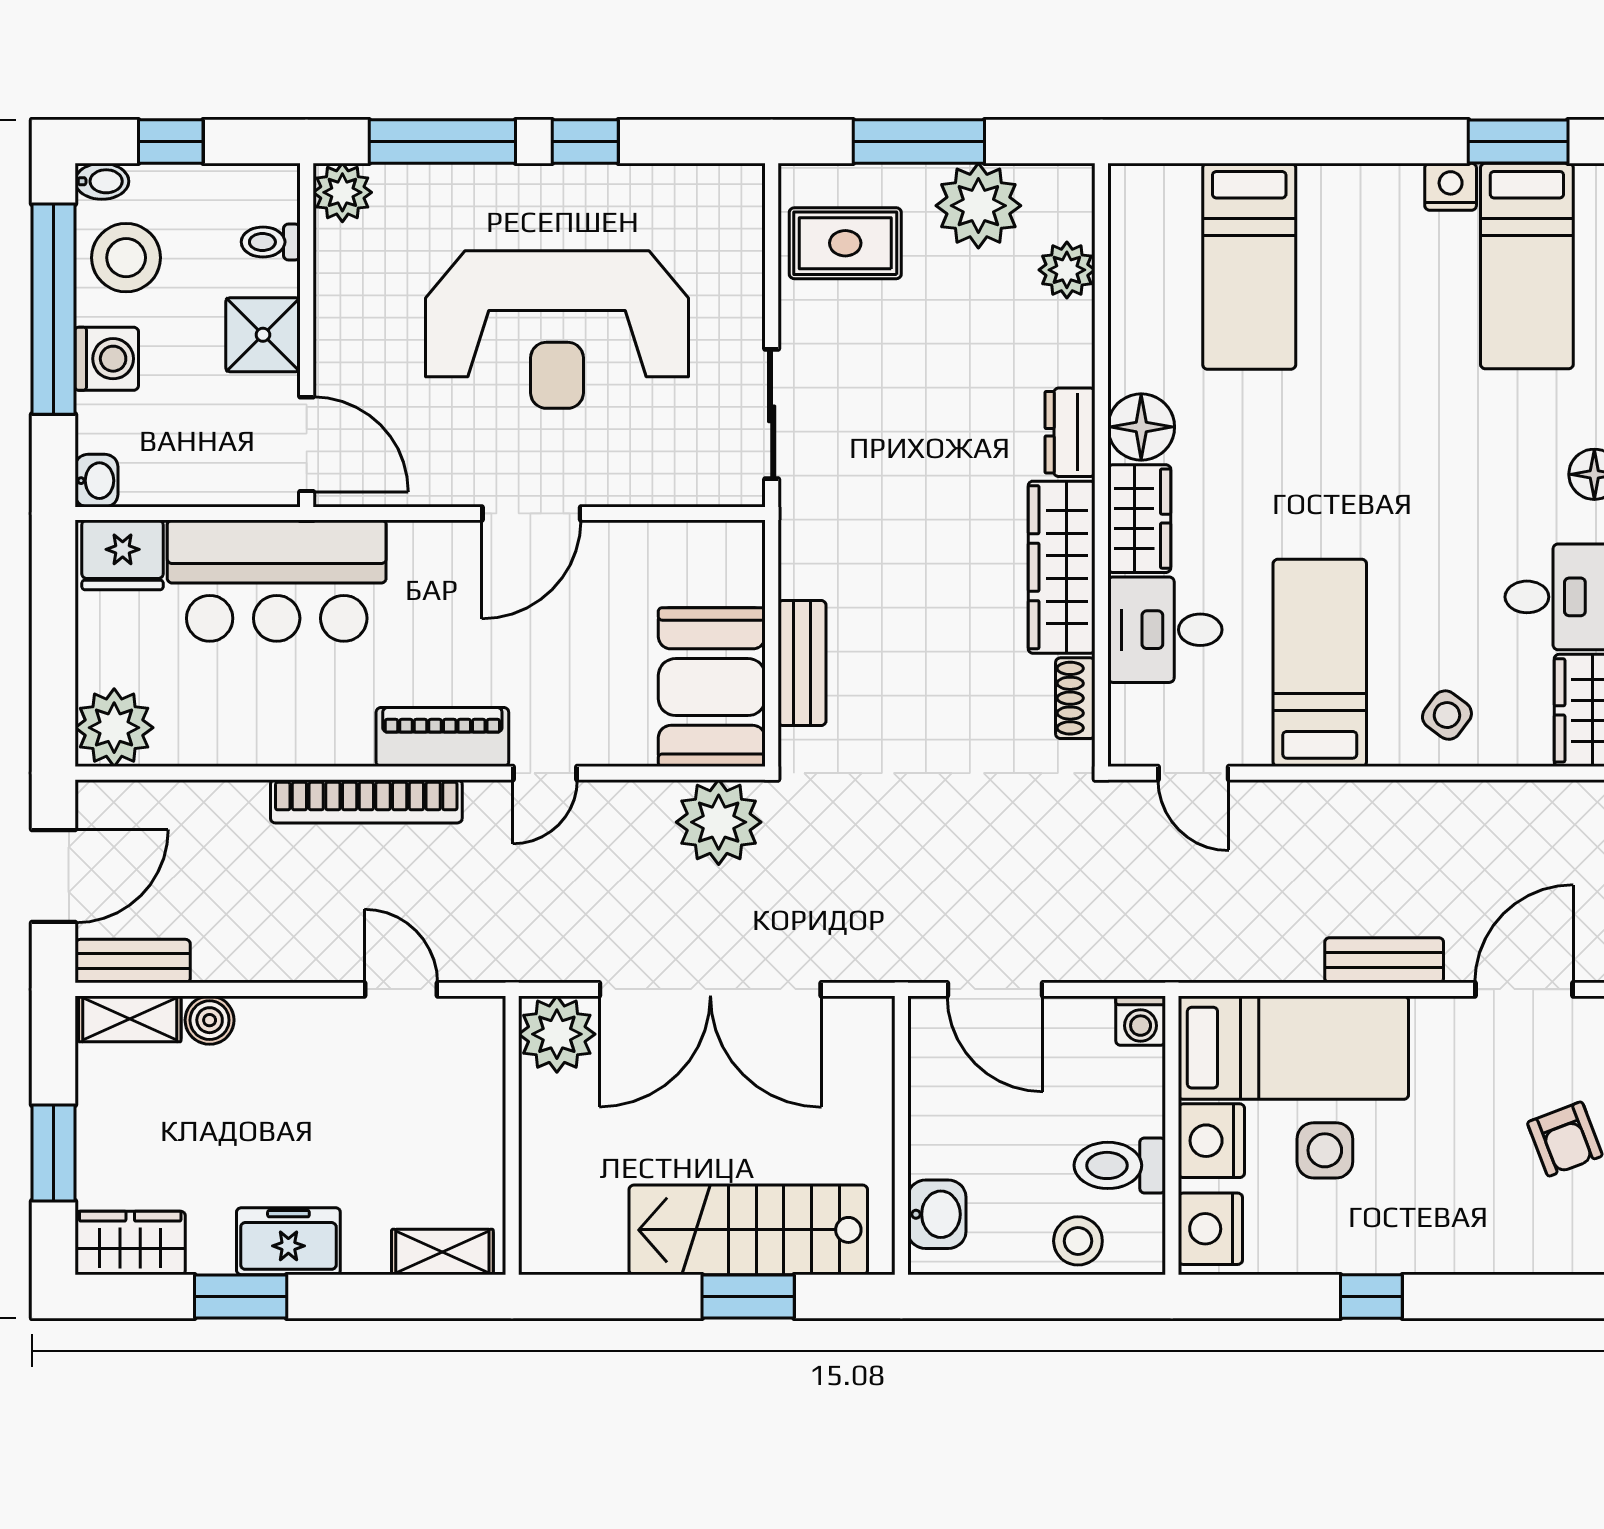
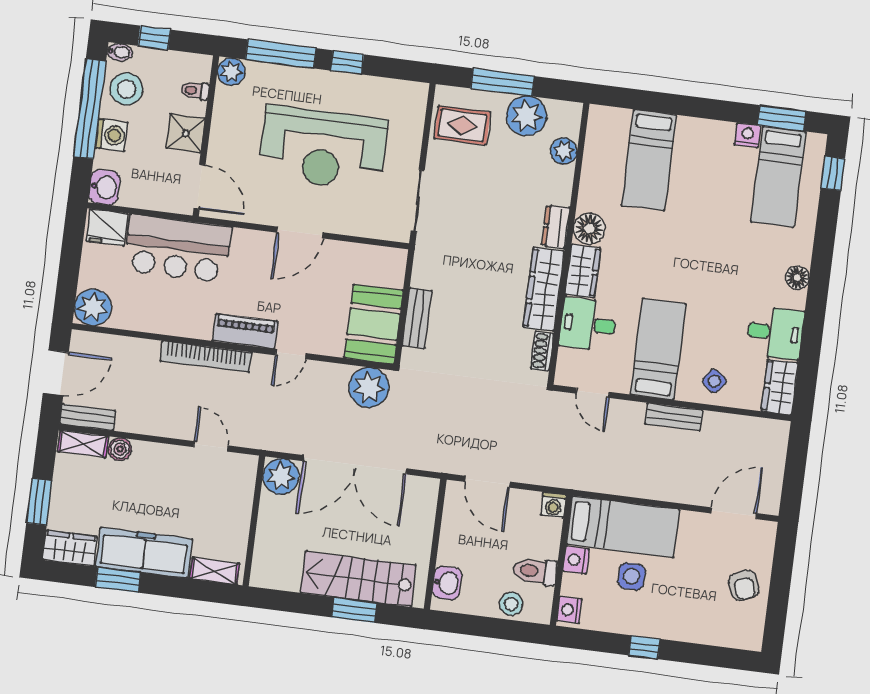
washbasin: (96, 481) -> (104, 187), width x1.38, depth x1.45
bench: (1384, 960) -> (674, 417), moved
nightstand: (1211, 1141) -> (576, 560), width x0.74, depth x0.75
nightstand: (1210, 1229) -> (569, 610), width x0.74, depth x0.75
freezer: (288, 1241) -> (144, 553), width x1.91, depth x1.26

